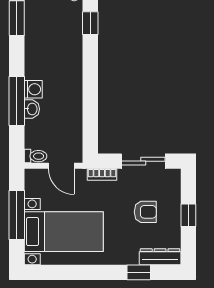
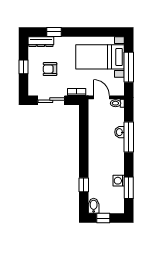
washing machine: (33, 89) -> (119, 181), moved

